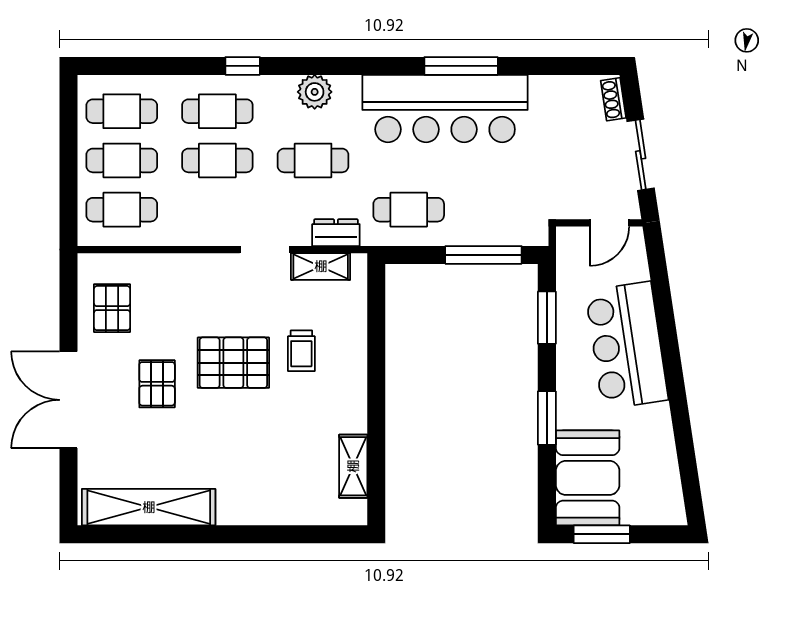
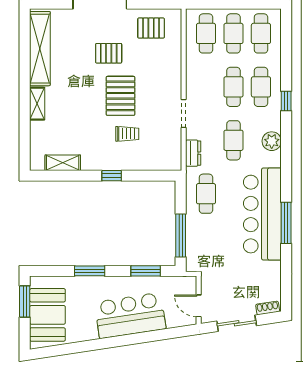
shelving: (321, 266) -> (37, 104), moved
trolley: (301, 351) -> (127, 134), turned 180
window: (376, 379) -> (112, 176), added
booth: (588, 478) -> (47, 315), moved, turned 90

